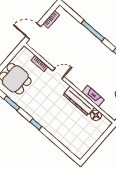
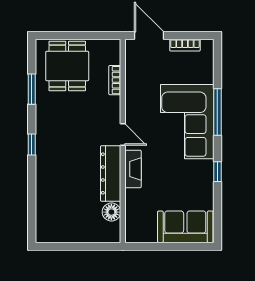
corner sofa: (85, 48) -> (187, 122), added
door: (58, 74) -> (123, 134), moved
fireplace: (93, 96) -> (133, 169), moved

